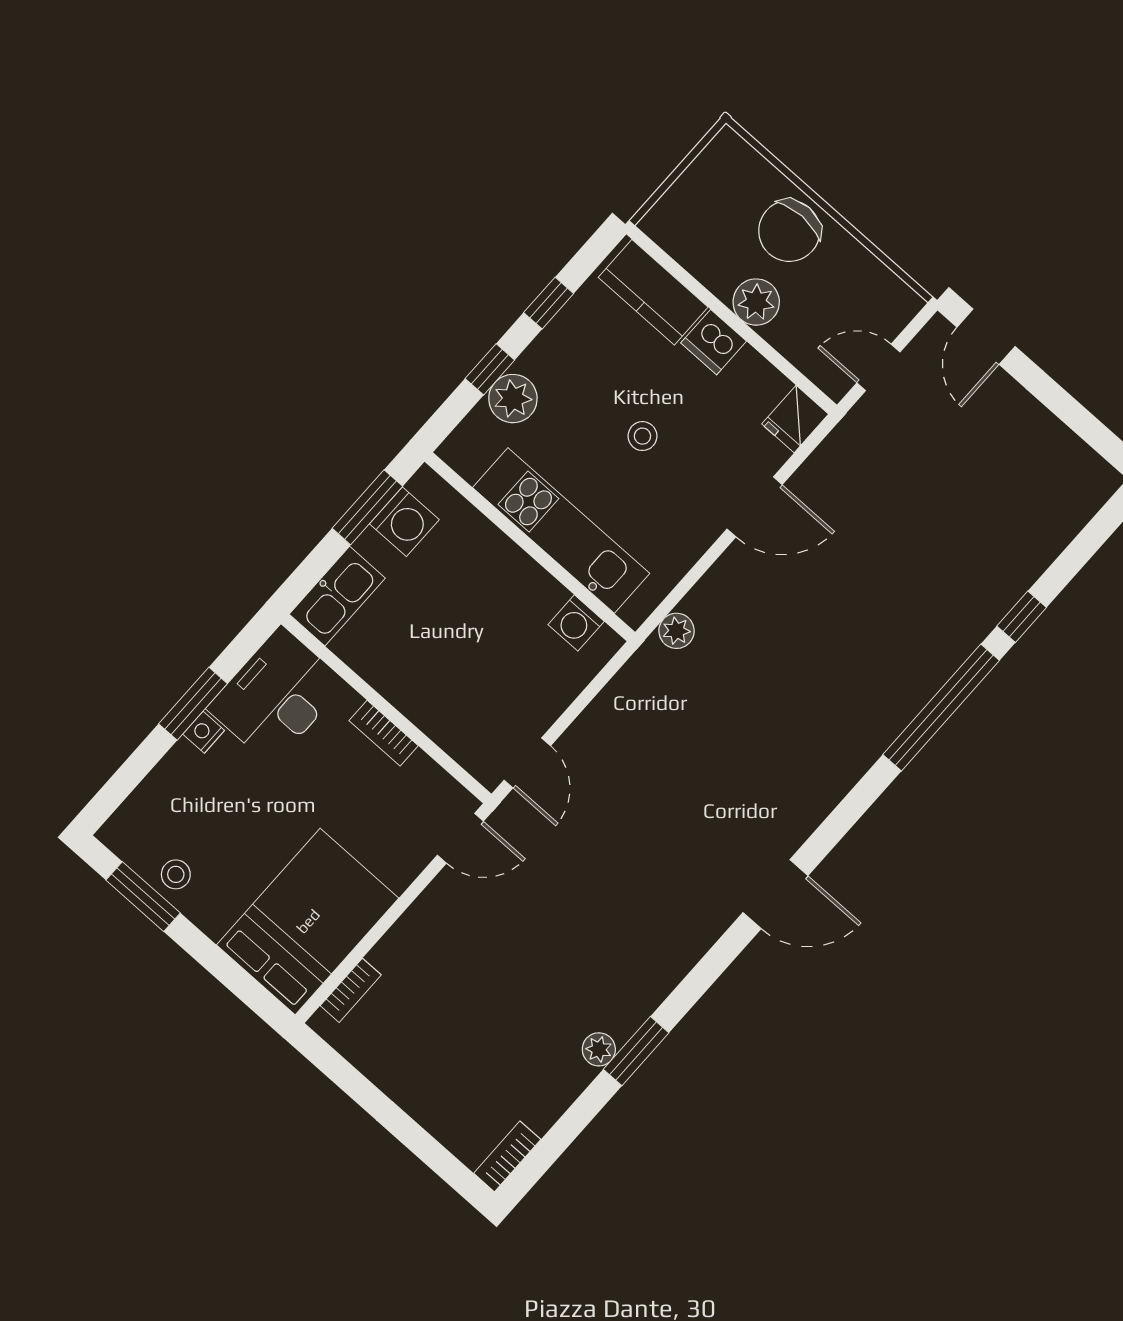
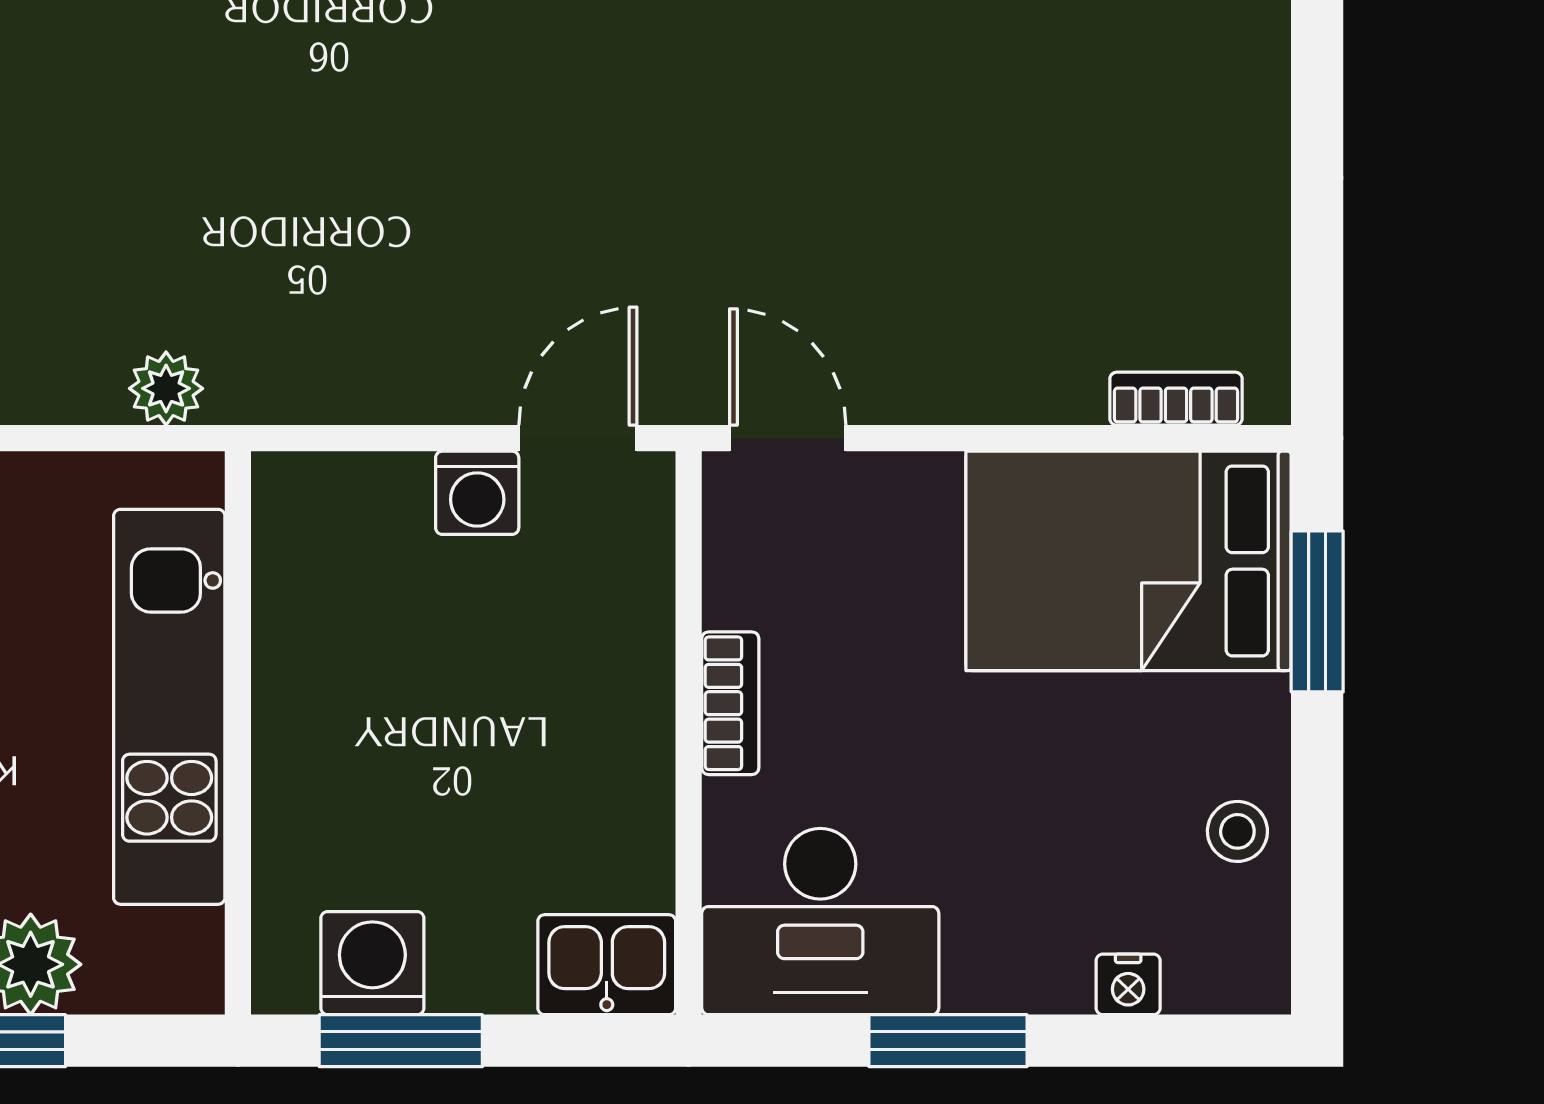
kitchen sink: (337, 596) -> (607, 965), width x0.73
washing machine: (576, 623) -> (477, 493), moved, turned 90
nightstand: (204, 732) -> (1128, 984), moved
window: (143, 897) -> (1317, 611), moved

